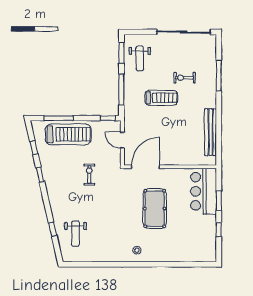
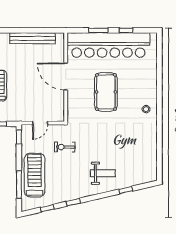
door: (146, 167) -> (66, 77), moved
exercise bike: (89, 175) -> (65, 147), moved
bar counter: (204, 191) -> (108, 45), width x1.86
pool table: (155, 209) -> (106, 92), turned 90
weight bench: (76, 234) -> (103, 173), moved

